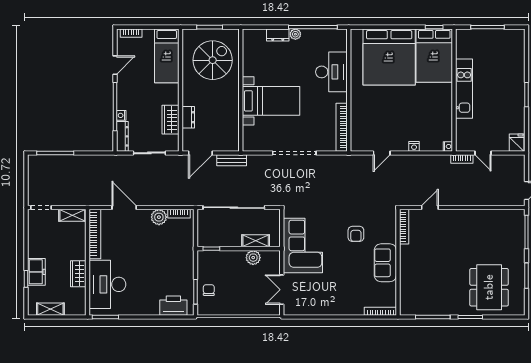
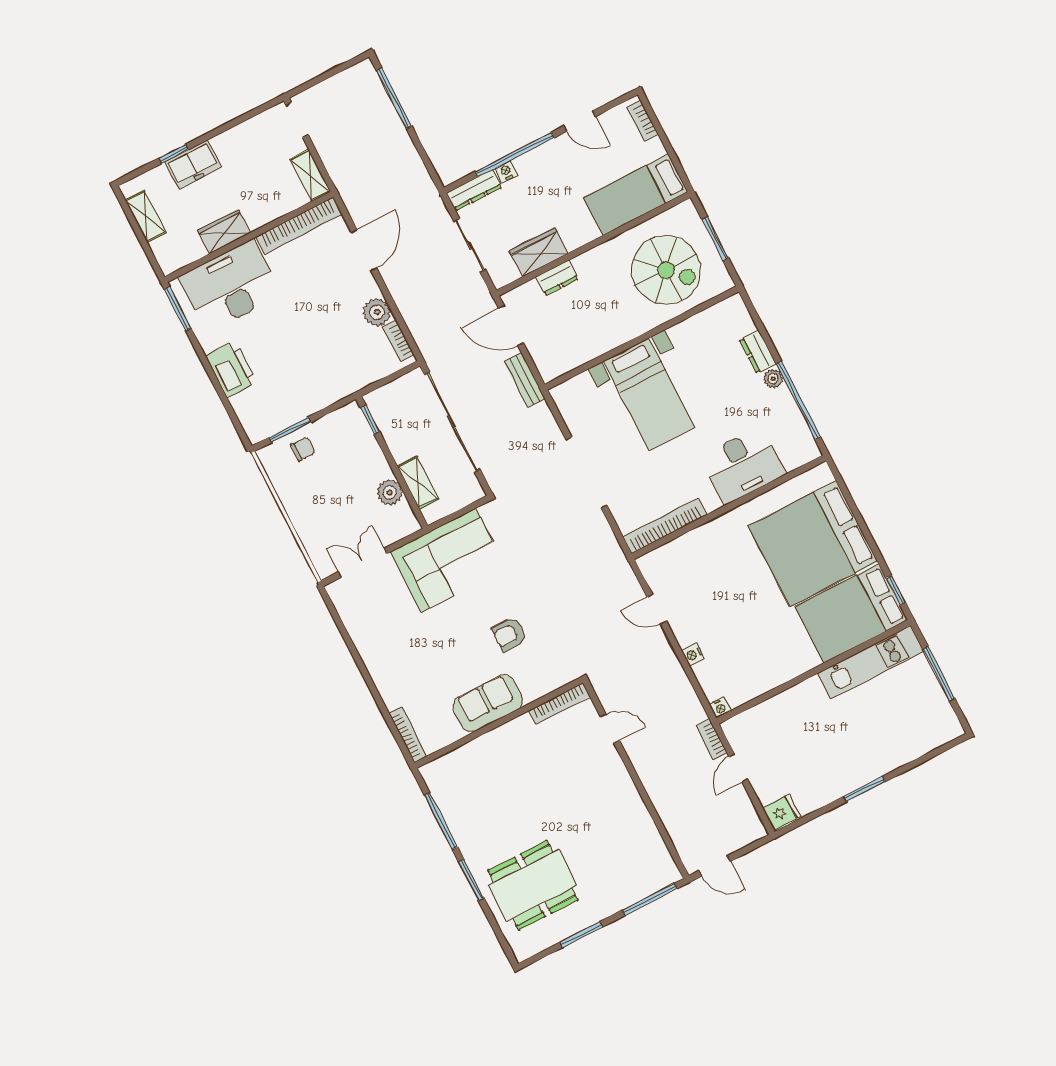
kitchen unit: (464, 89) -> (871, 662), moved
printer: (173, 306) -> (231, 369), moved

